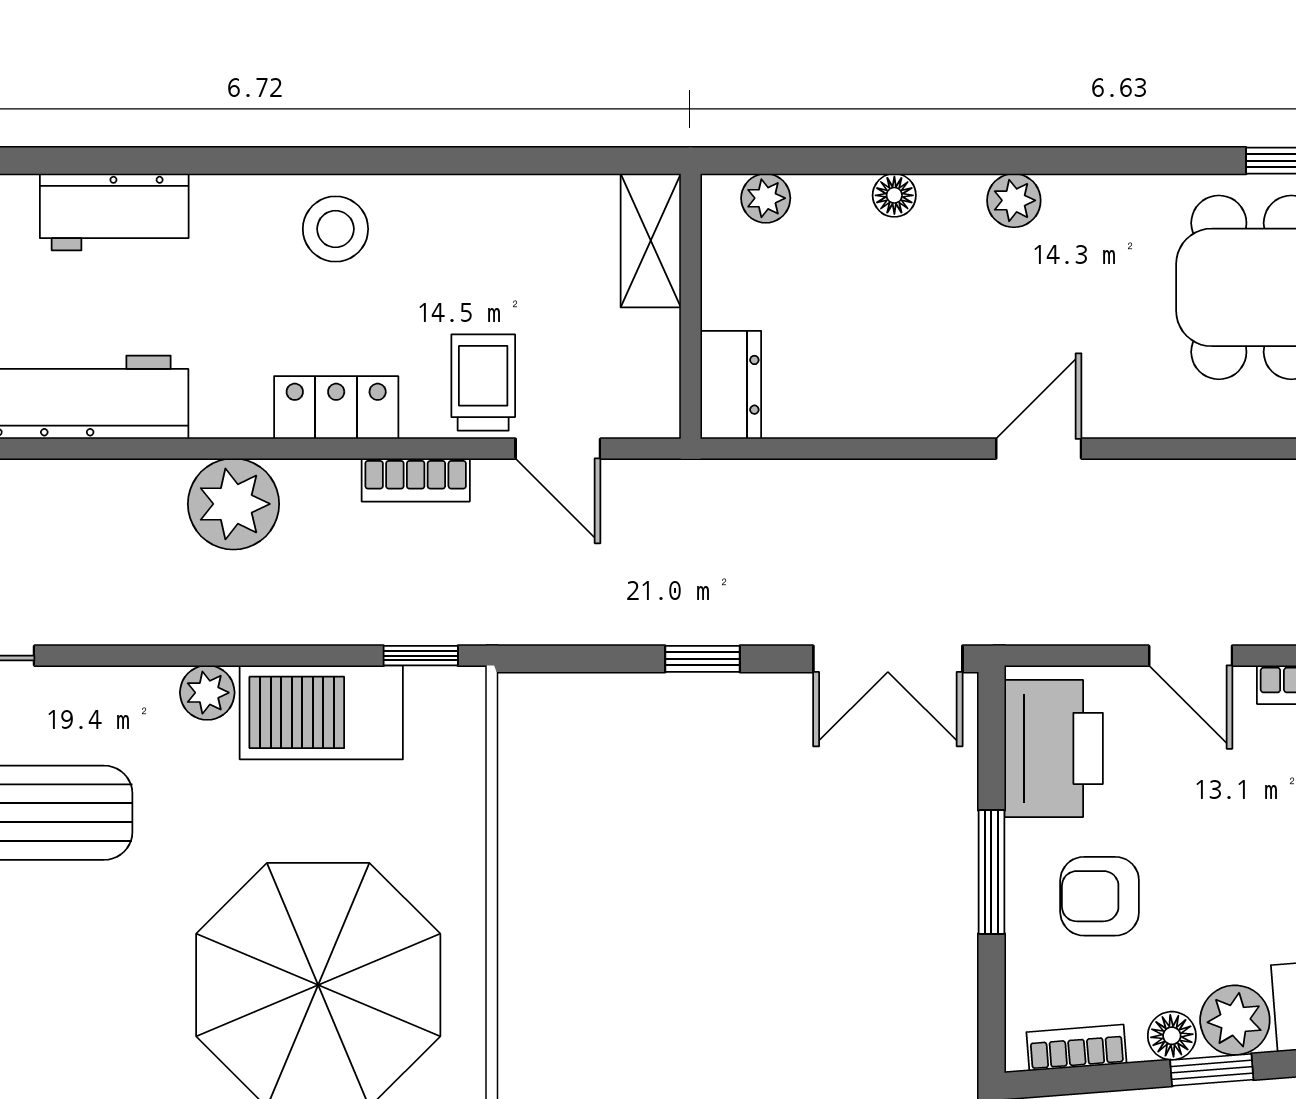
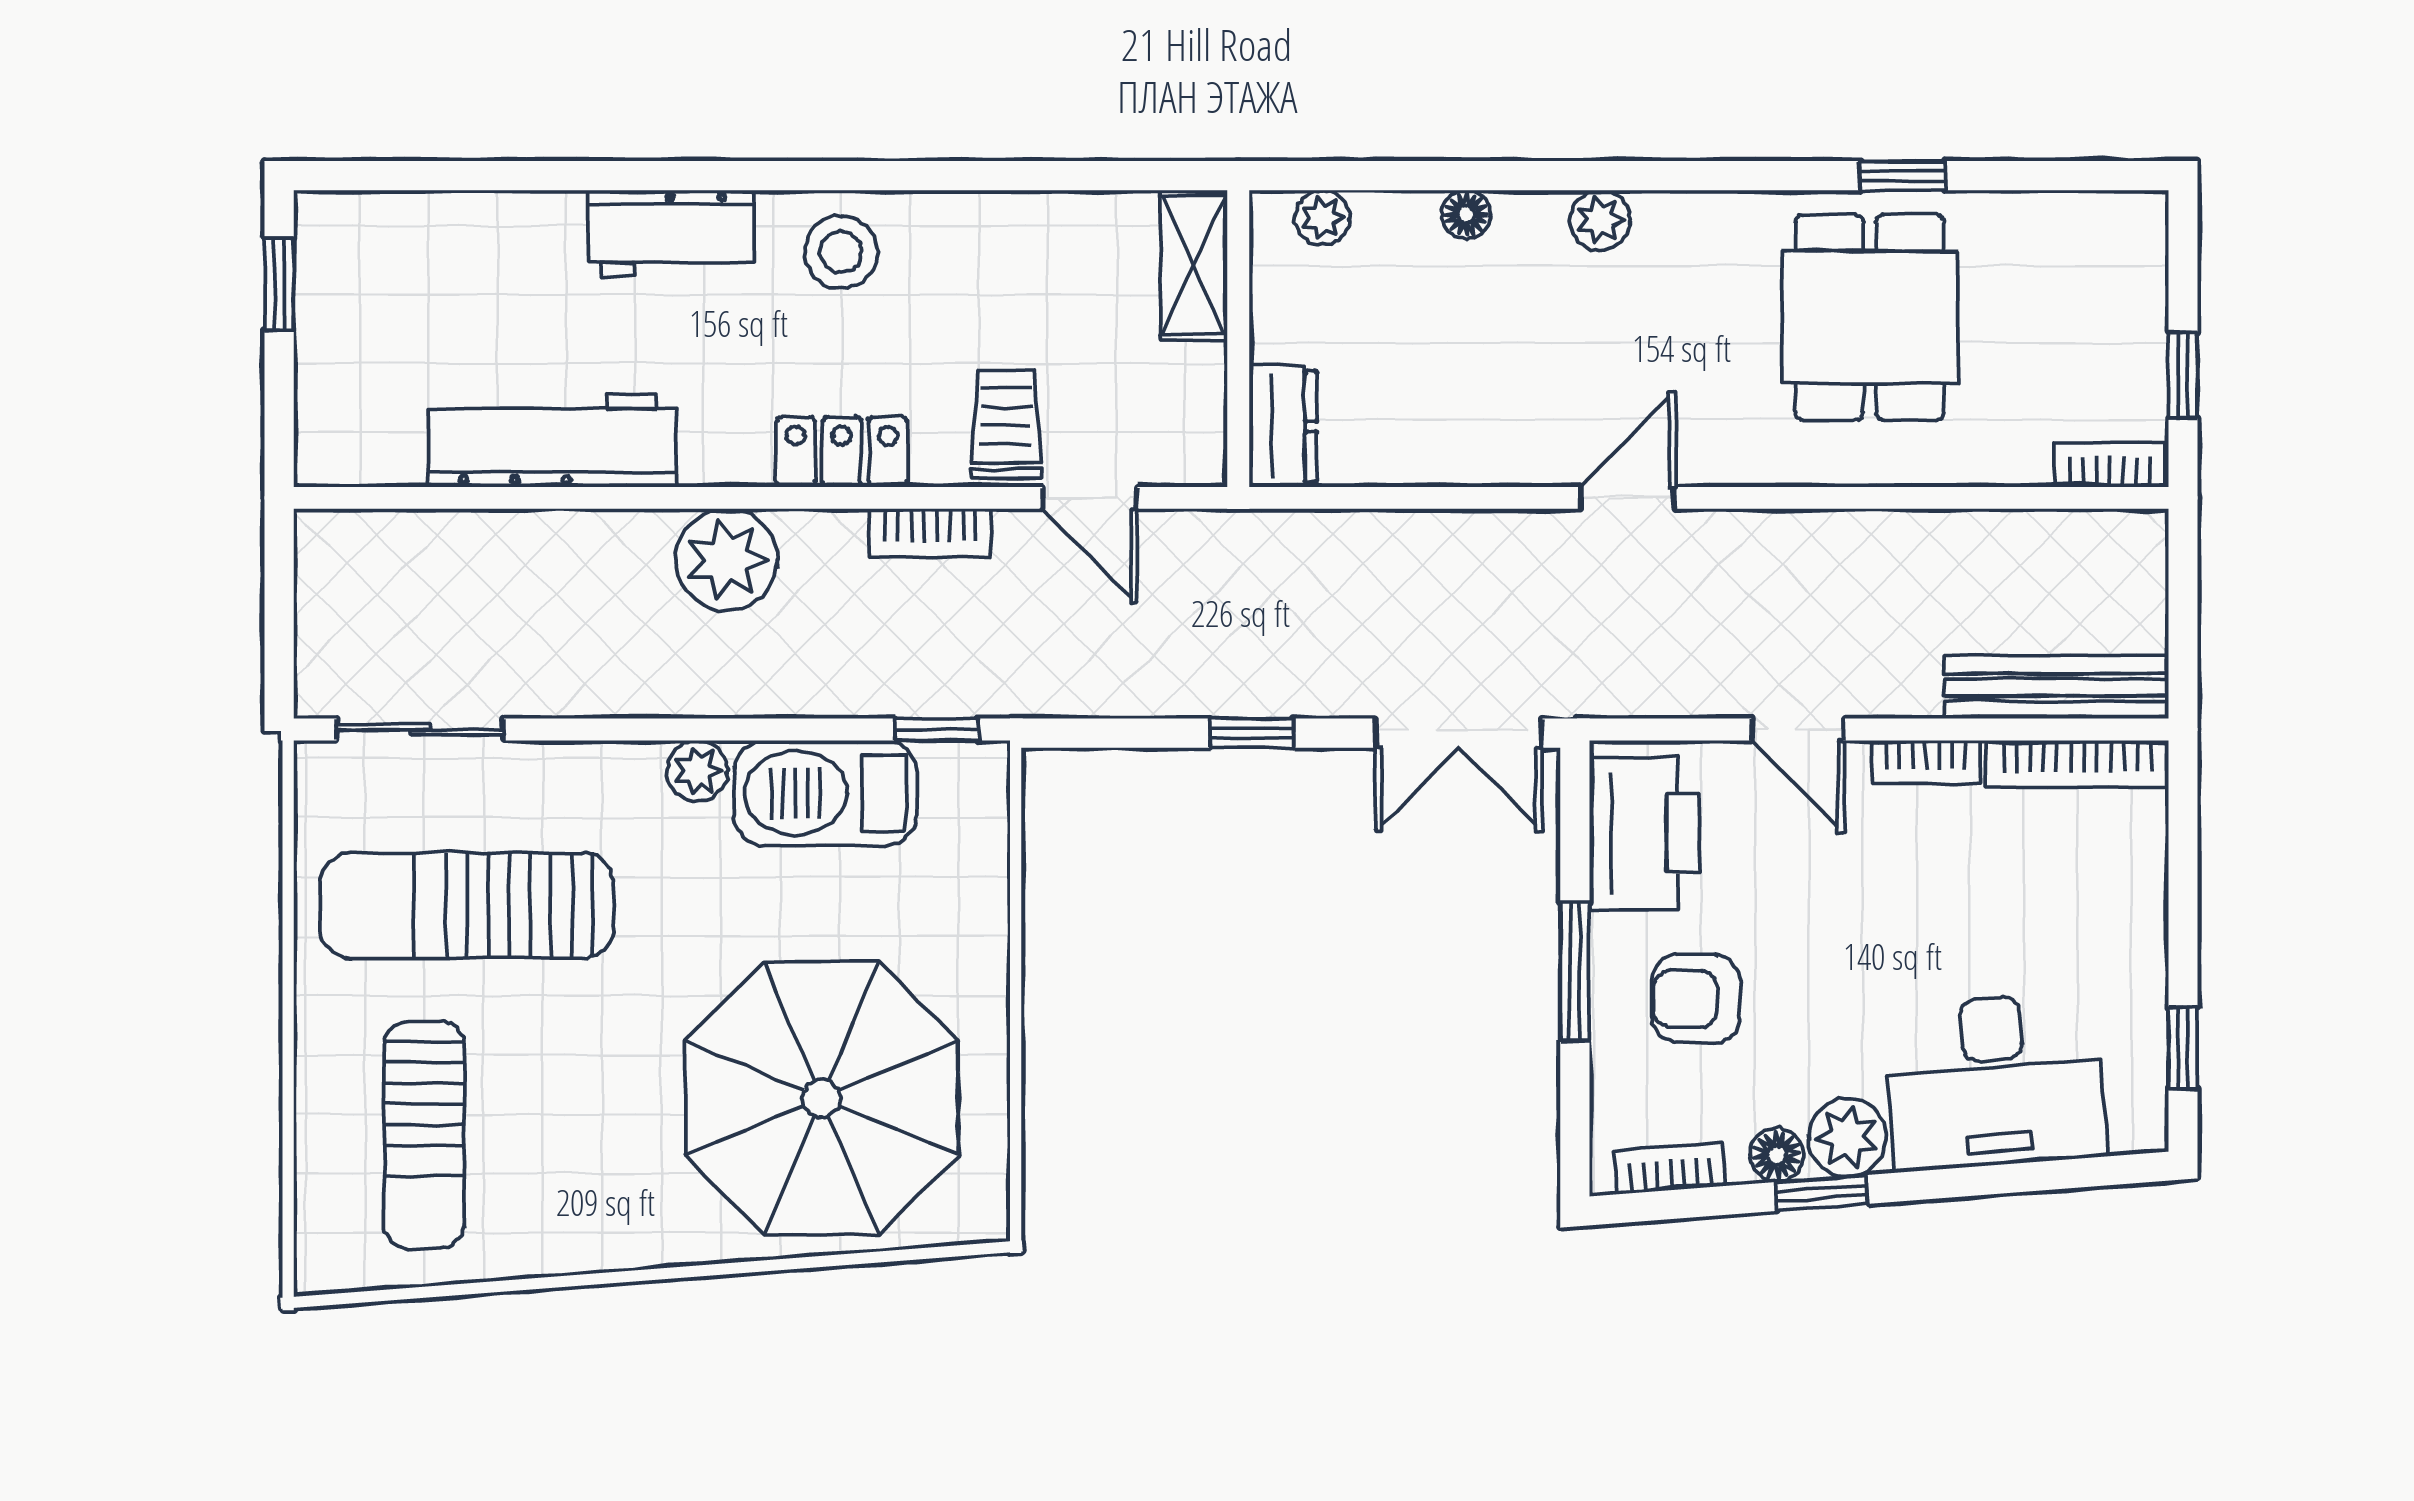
workbench: (114, 212) -> (671, 233), moved

